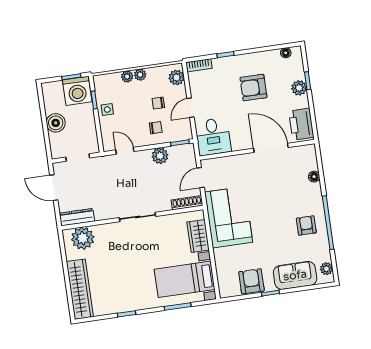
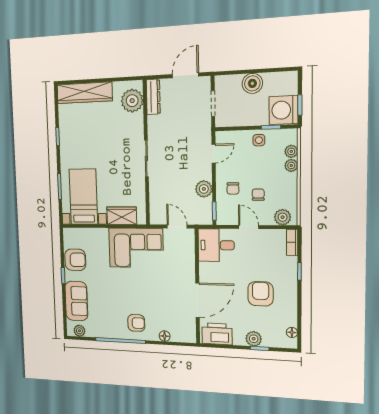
plant: (140, 75) -> (291, 151), moved
shoe rack: (187, 203) -> (154, 209), removed
armchair: (306, 225) -> (136, 323), moved

